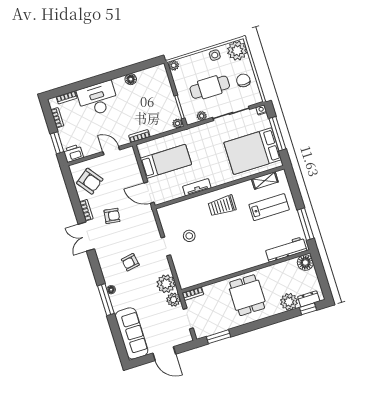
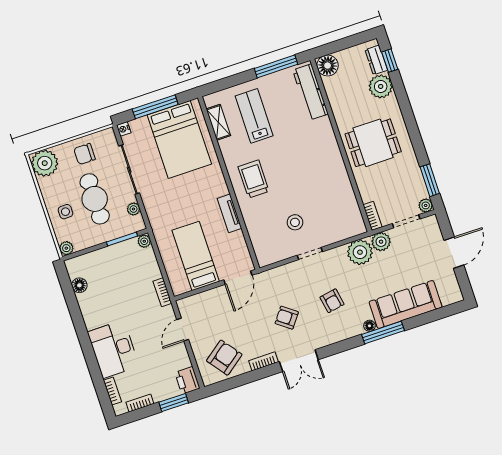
side table: (215, 55) -> (65, 212), moved
floor lamp: (131, 79) -> (79, 285), moved
trolley: (222, 206) -> (254, 179), turned 180
armchair: (112, 216) -> (287, 318), moved, turned -61
sofa: (132, 333) -> (406, 304), moved
plant: (200, 333) -> (426, 205), added

